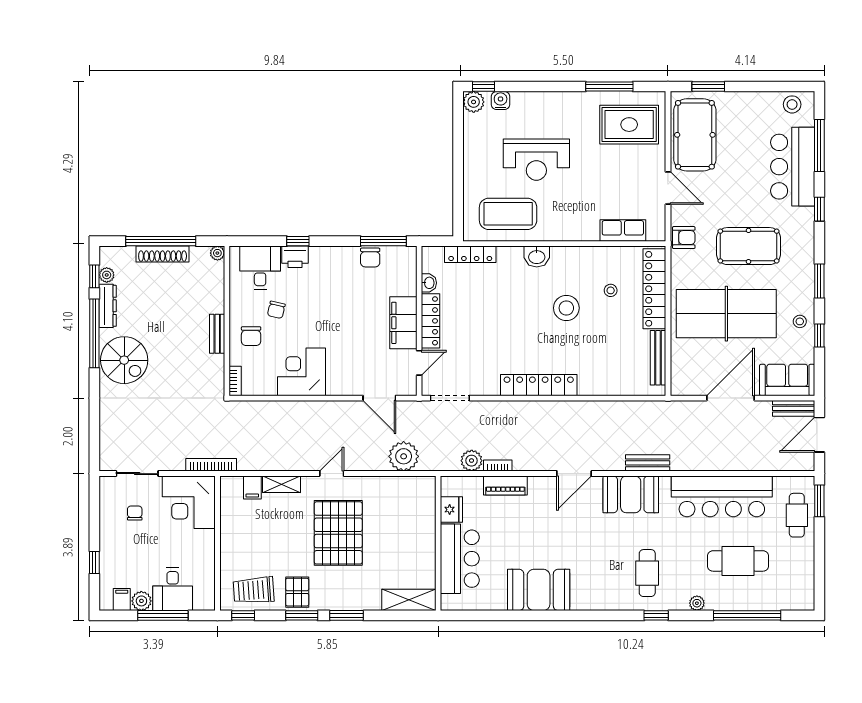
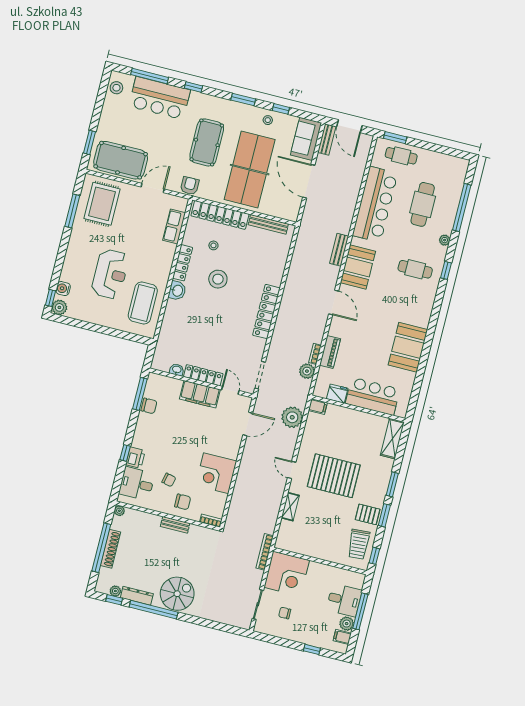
locker: (470, 254) -> (183, 263), moved
filing cabinet: (252, 487) -> (318, 407), moved

